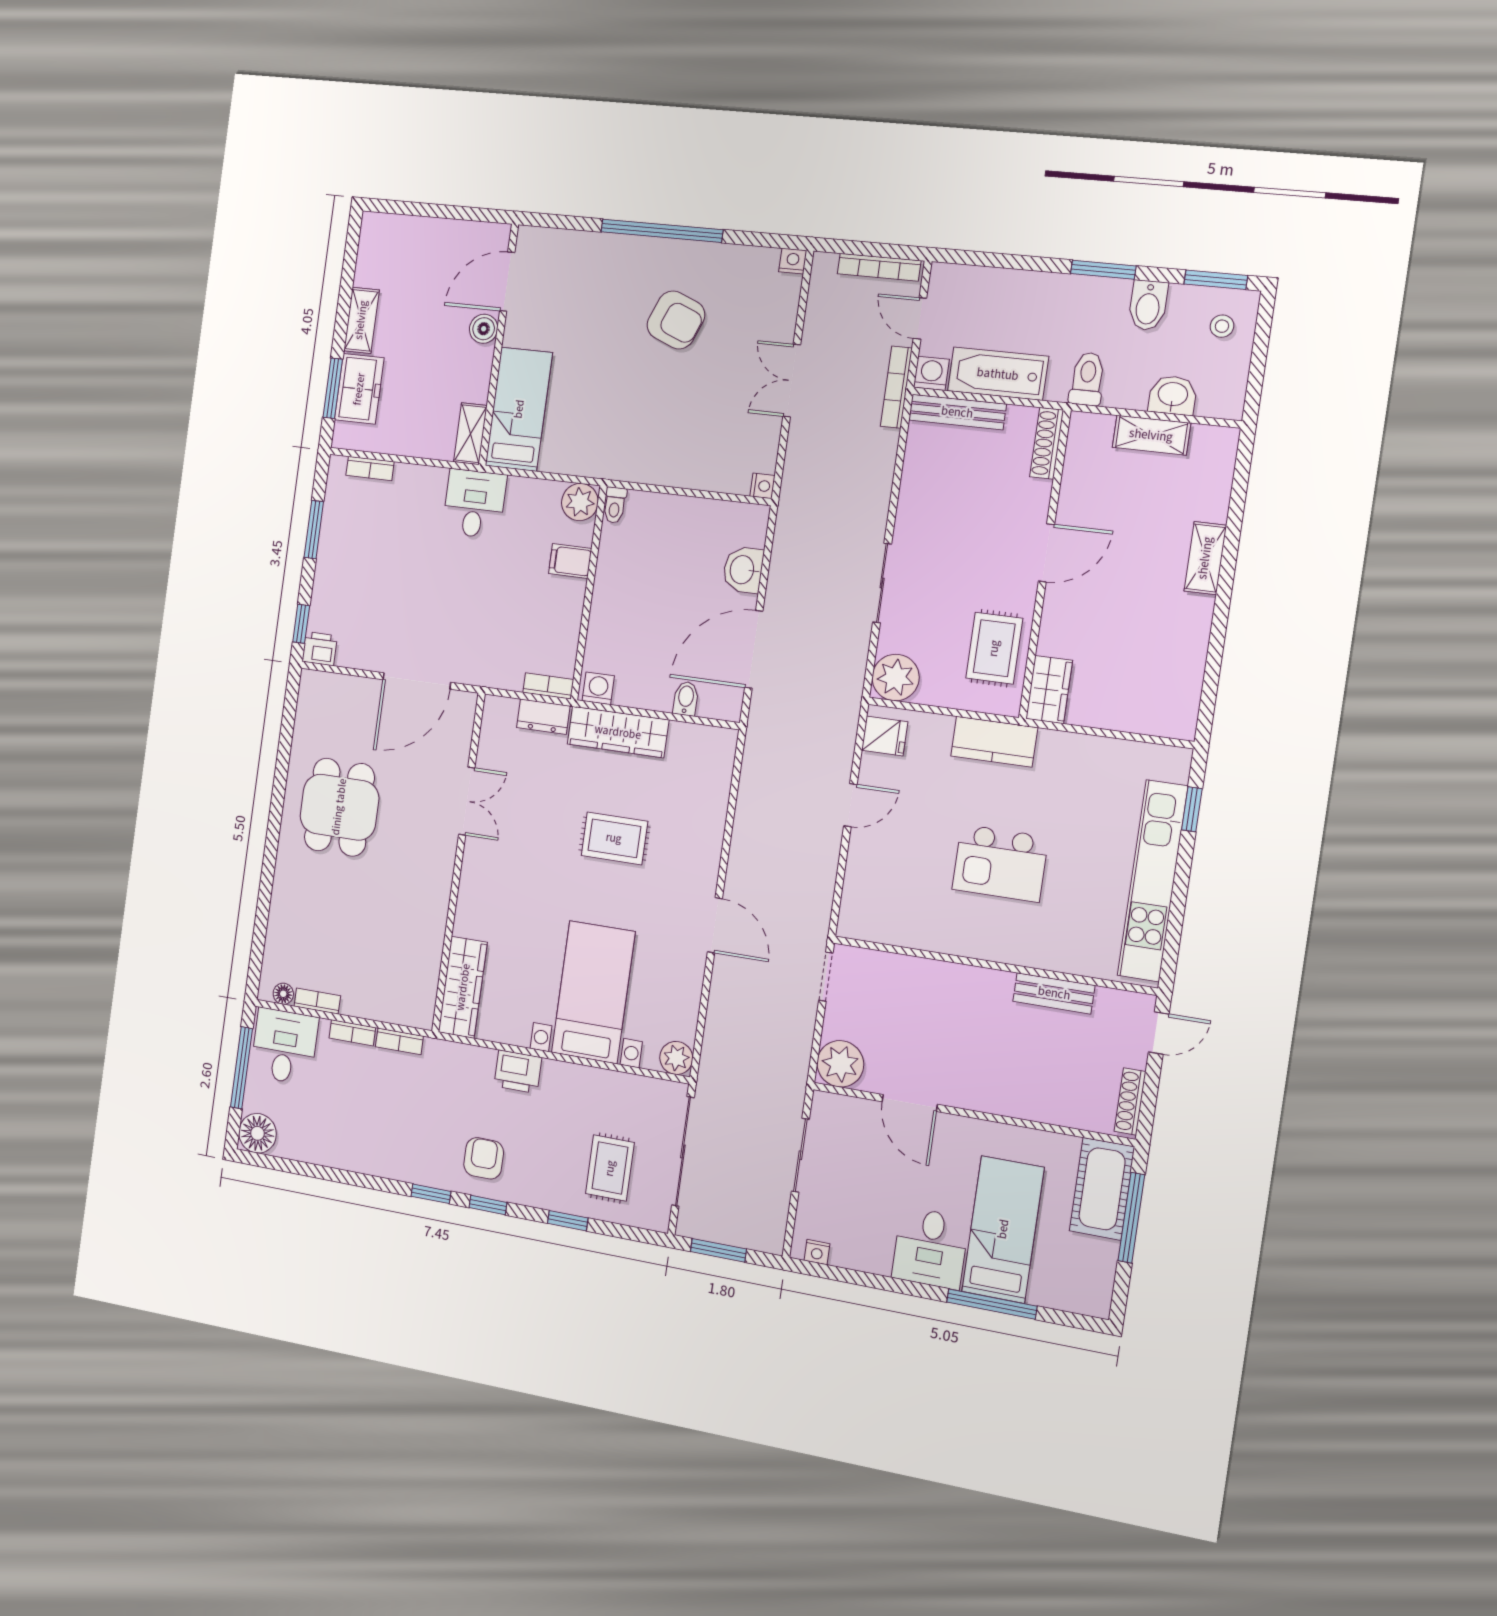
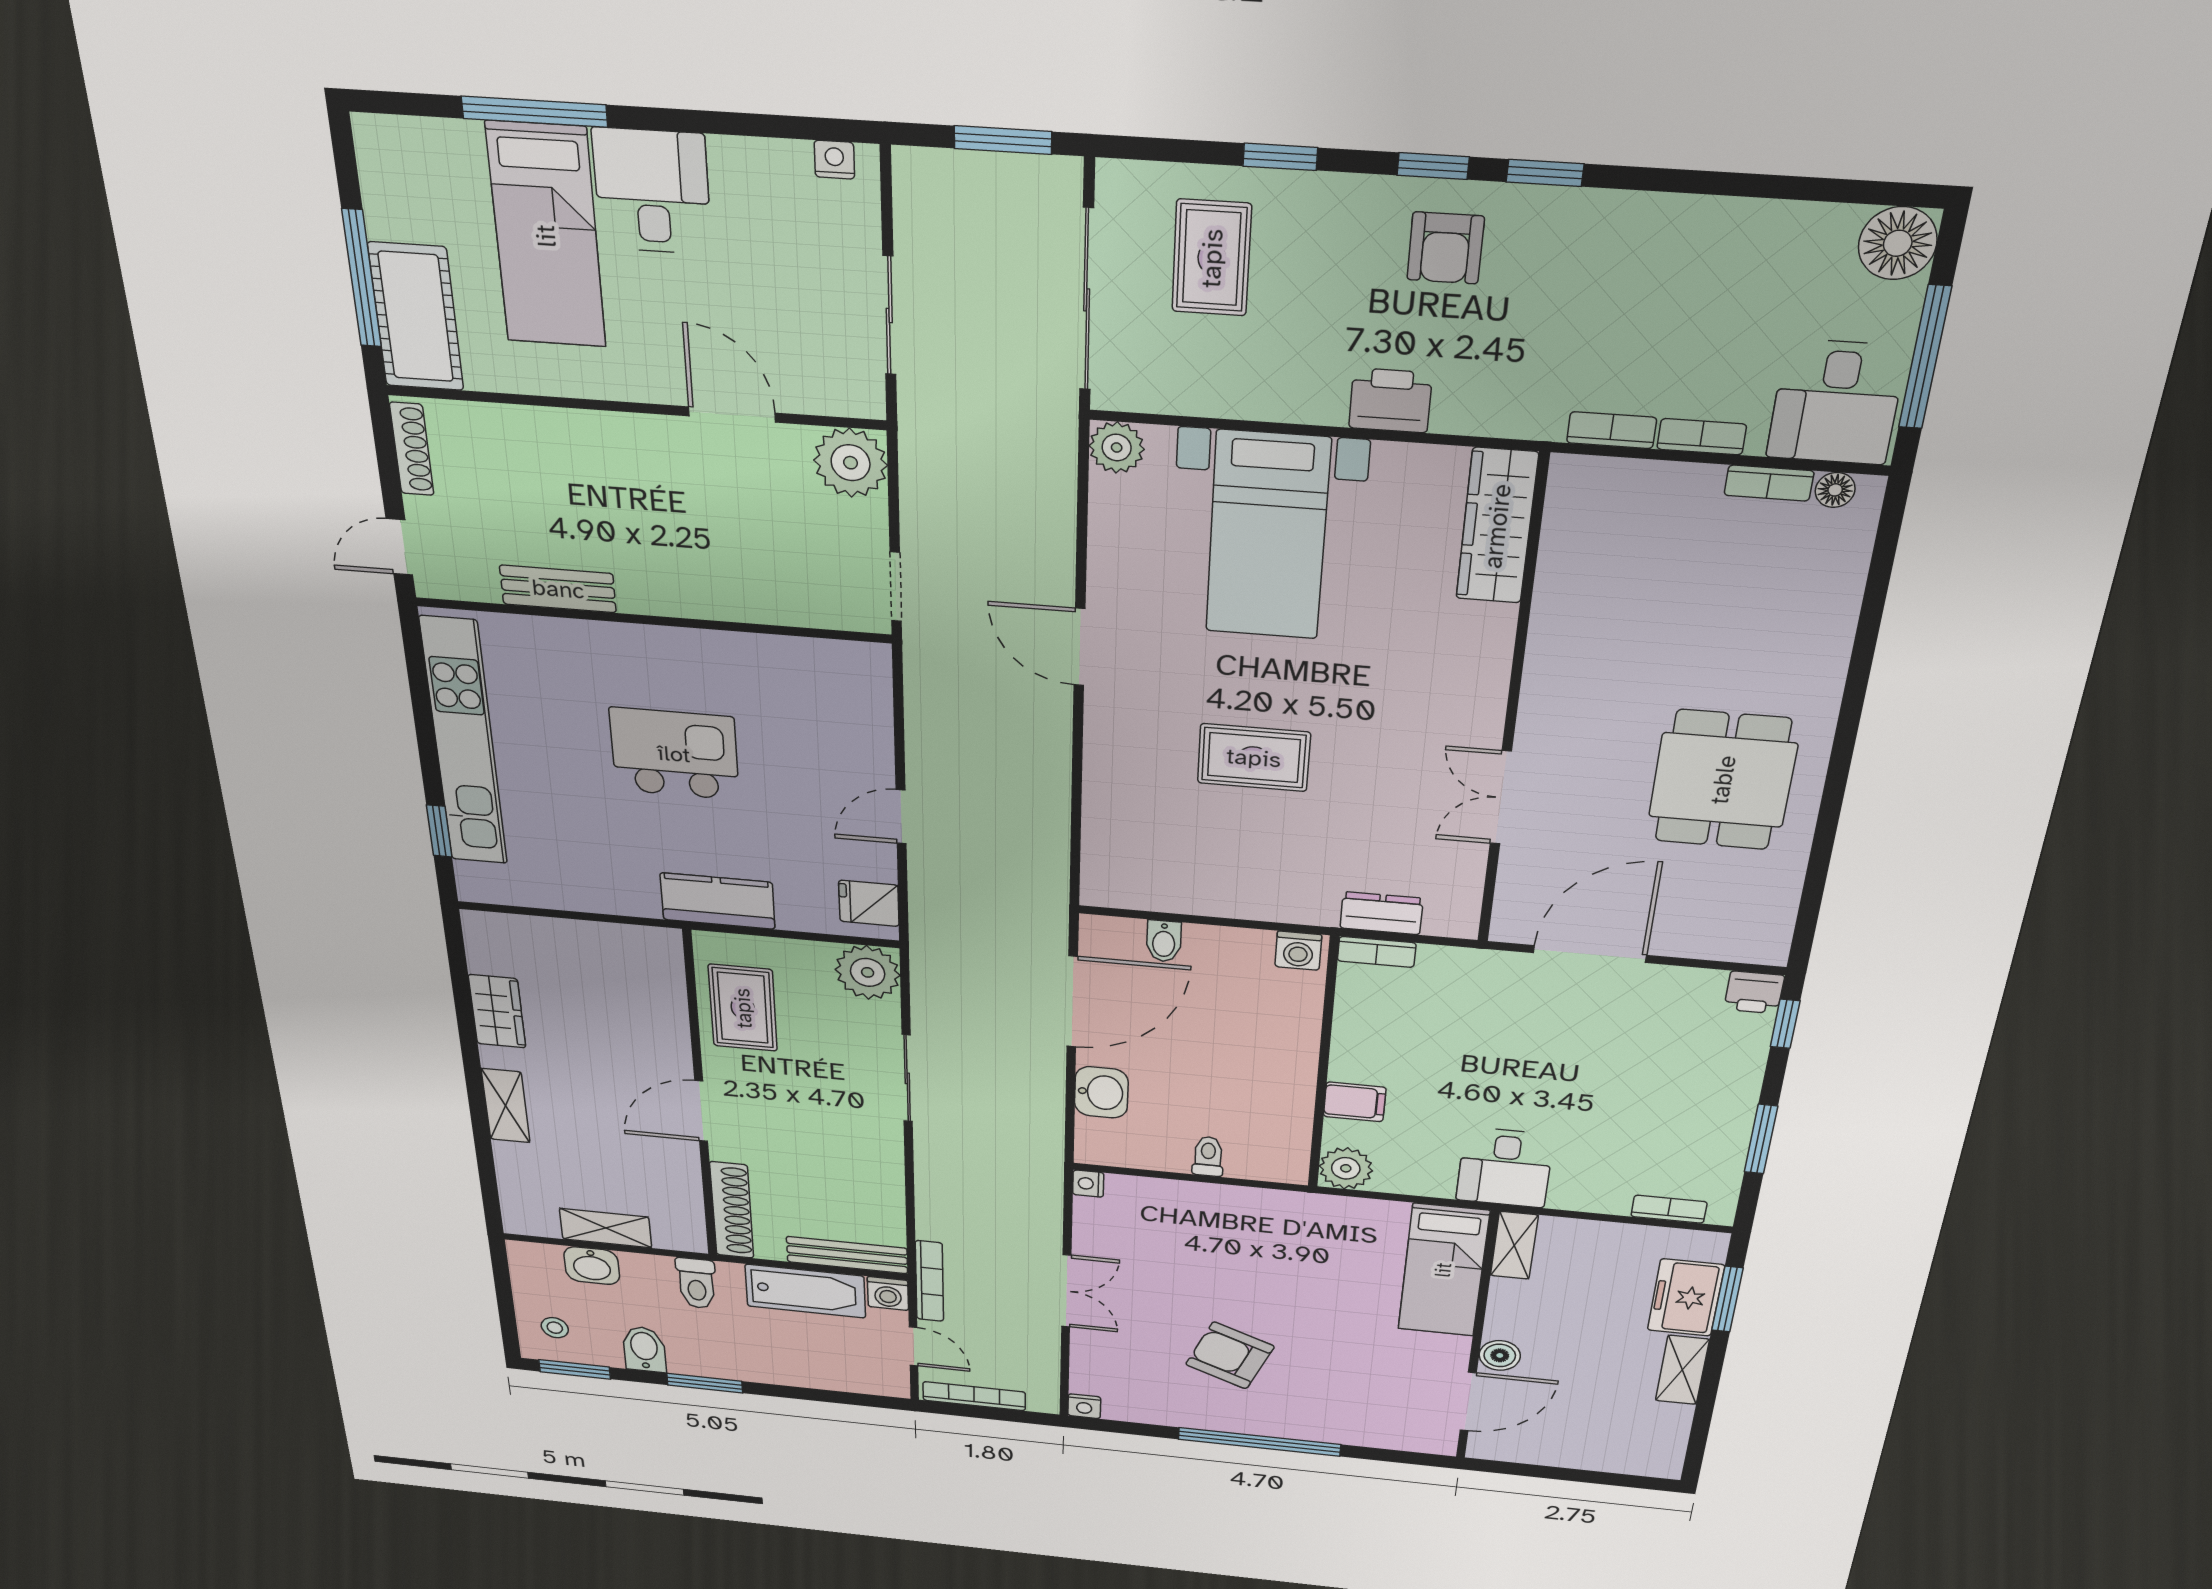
shoe rack: (1047, 443) -> (732, 1210), width x1.36, depth x1.24
toilet: (615, 505) -> (1208, 1156), moved
wardrobe: (1049, 690) -> (497, 1011), moved, turned 180
wardrobe: (618, 732) -> (1262, 897), removed

